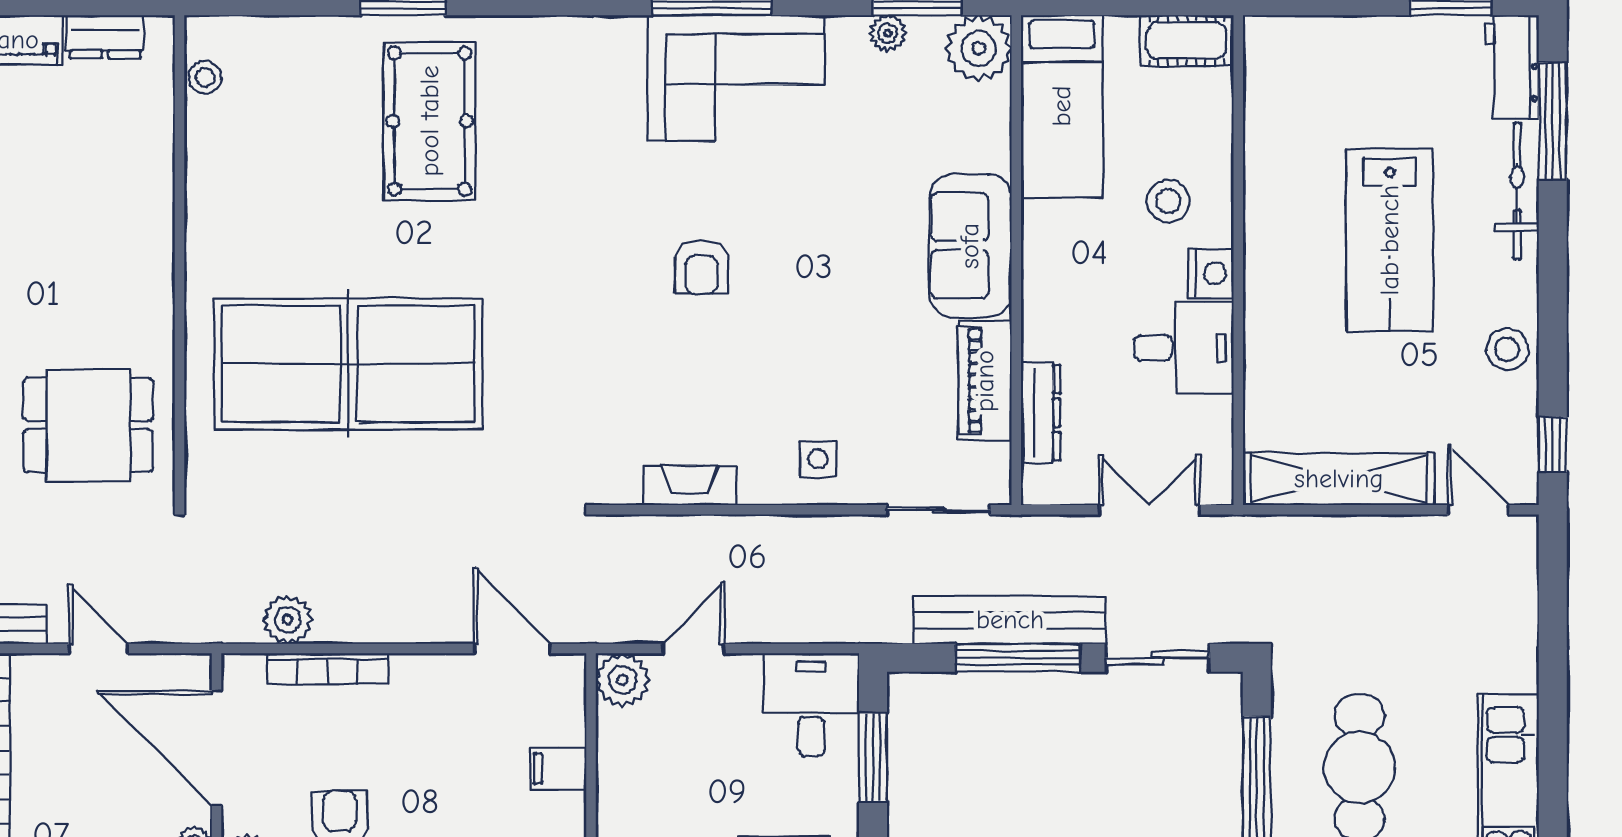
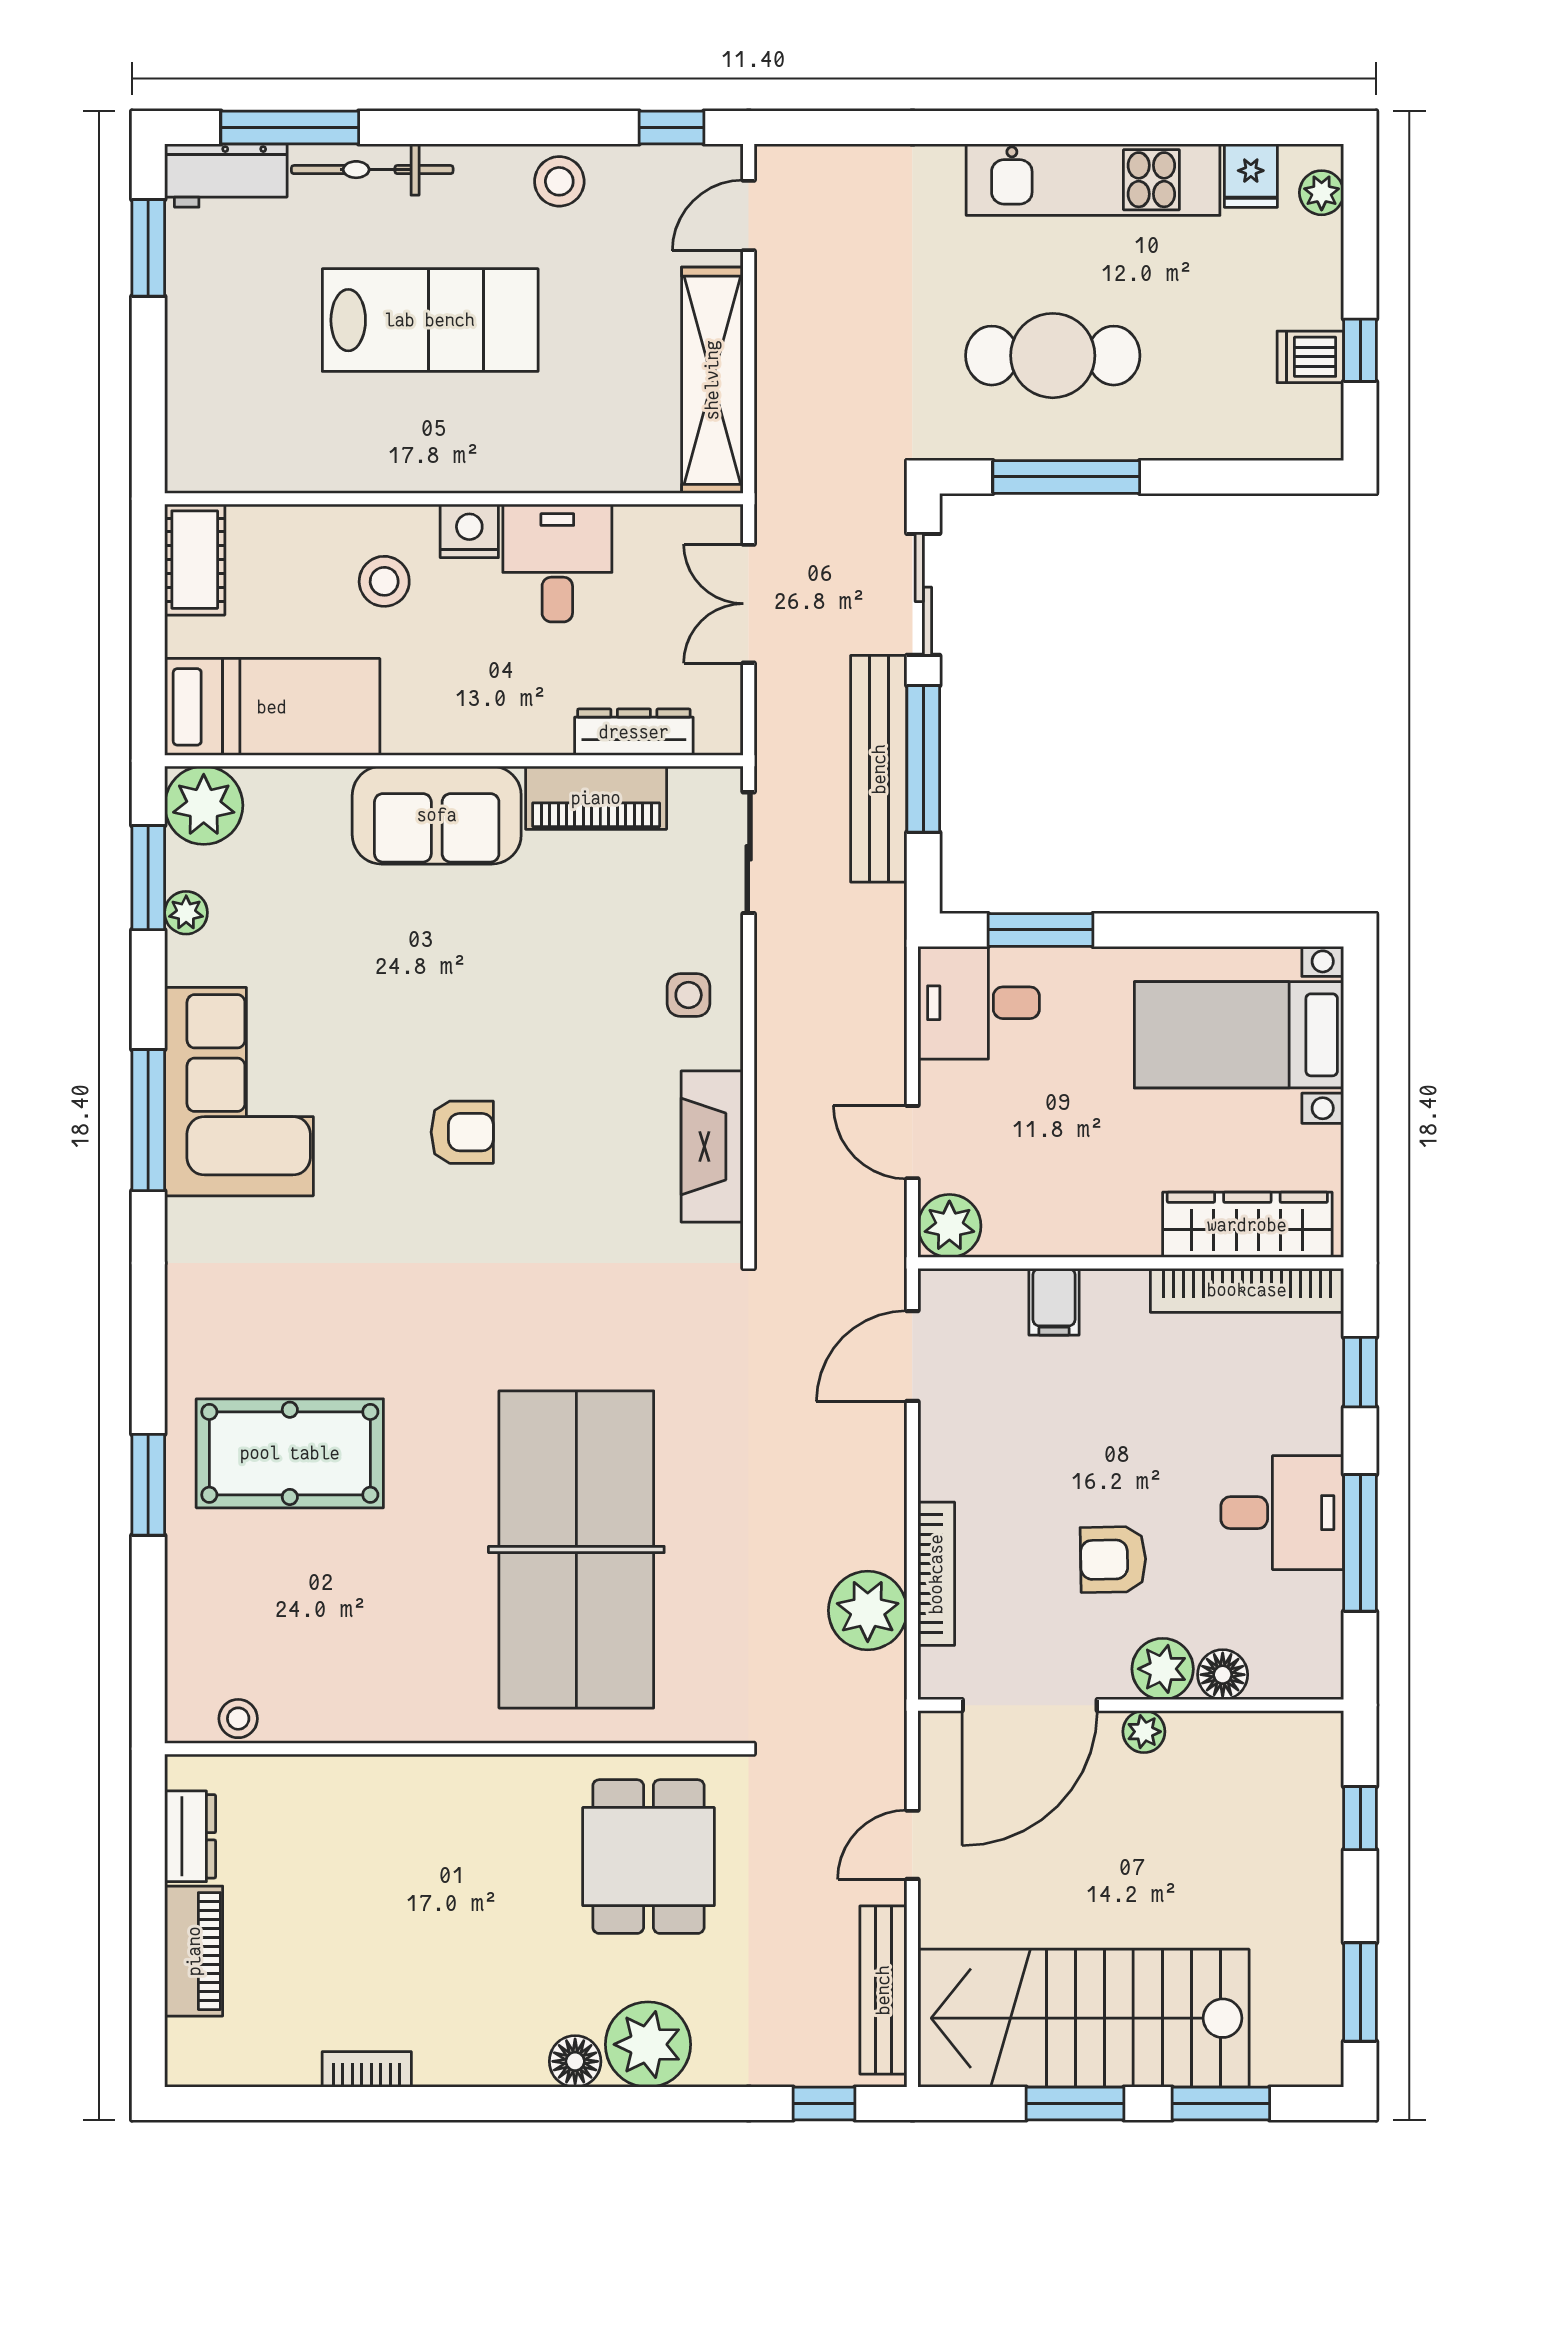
fireplace: (690, 485) -> (712, 1146), width x1.37, depth x1.32
plant: (288, 620) -> (868, 1610), width x1.36, depth x1.36

